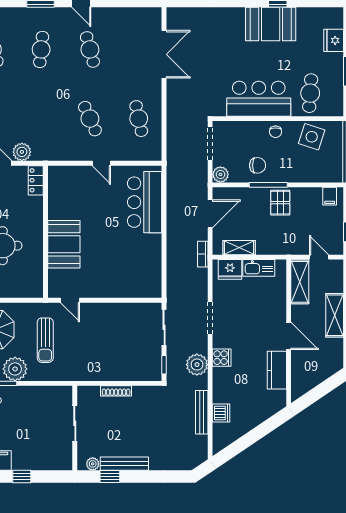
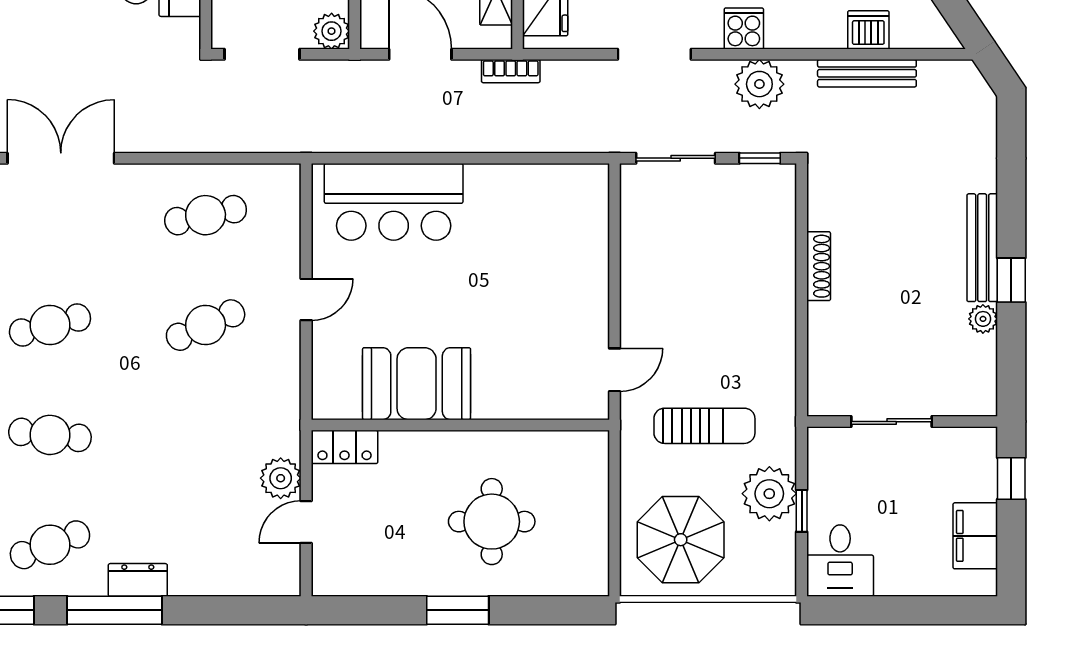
booth: (64, 244) -> (417, 384), moved
sliding door: (75, 423) -> (892, 422), moved
wall: (75, 428) -> (902, 422), moved

